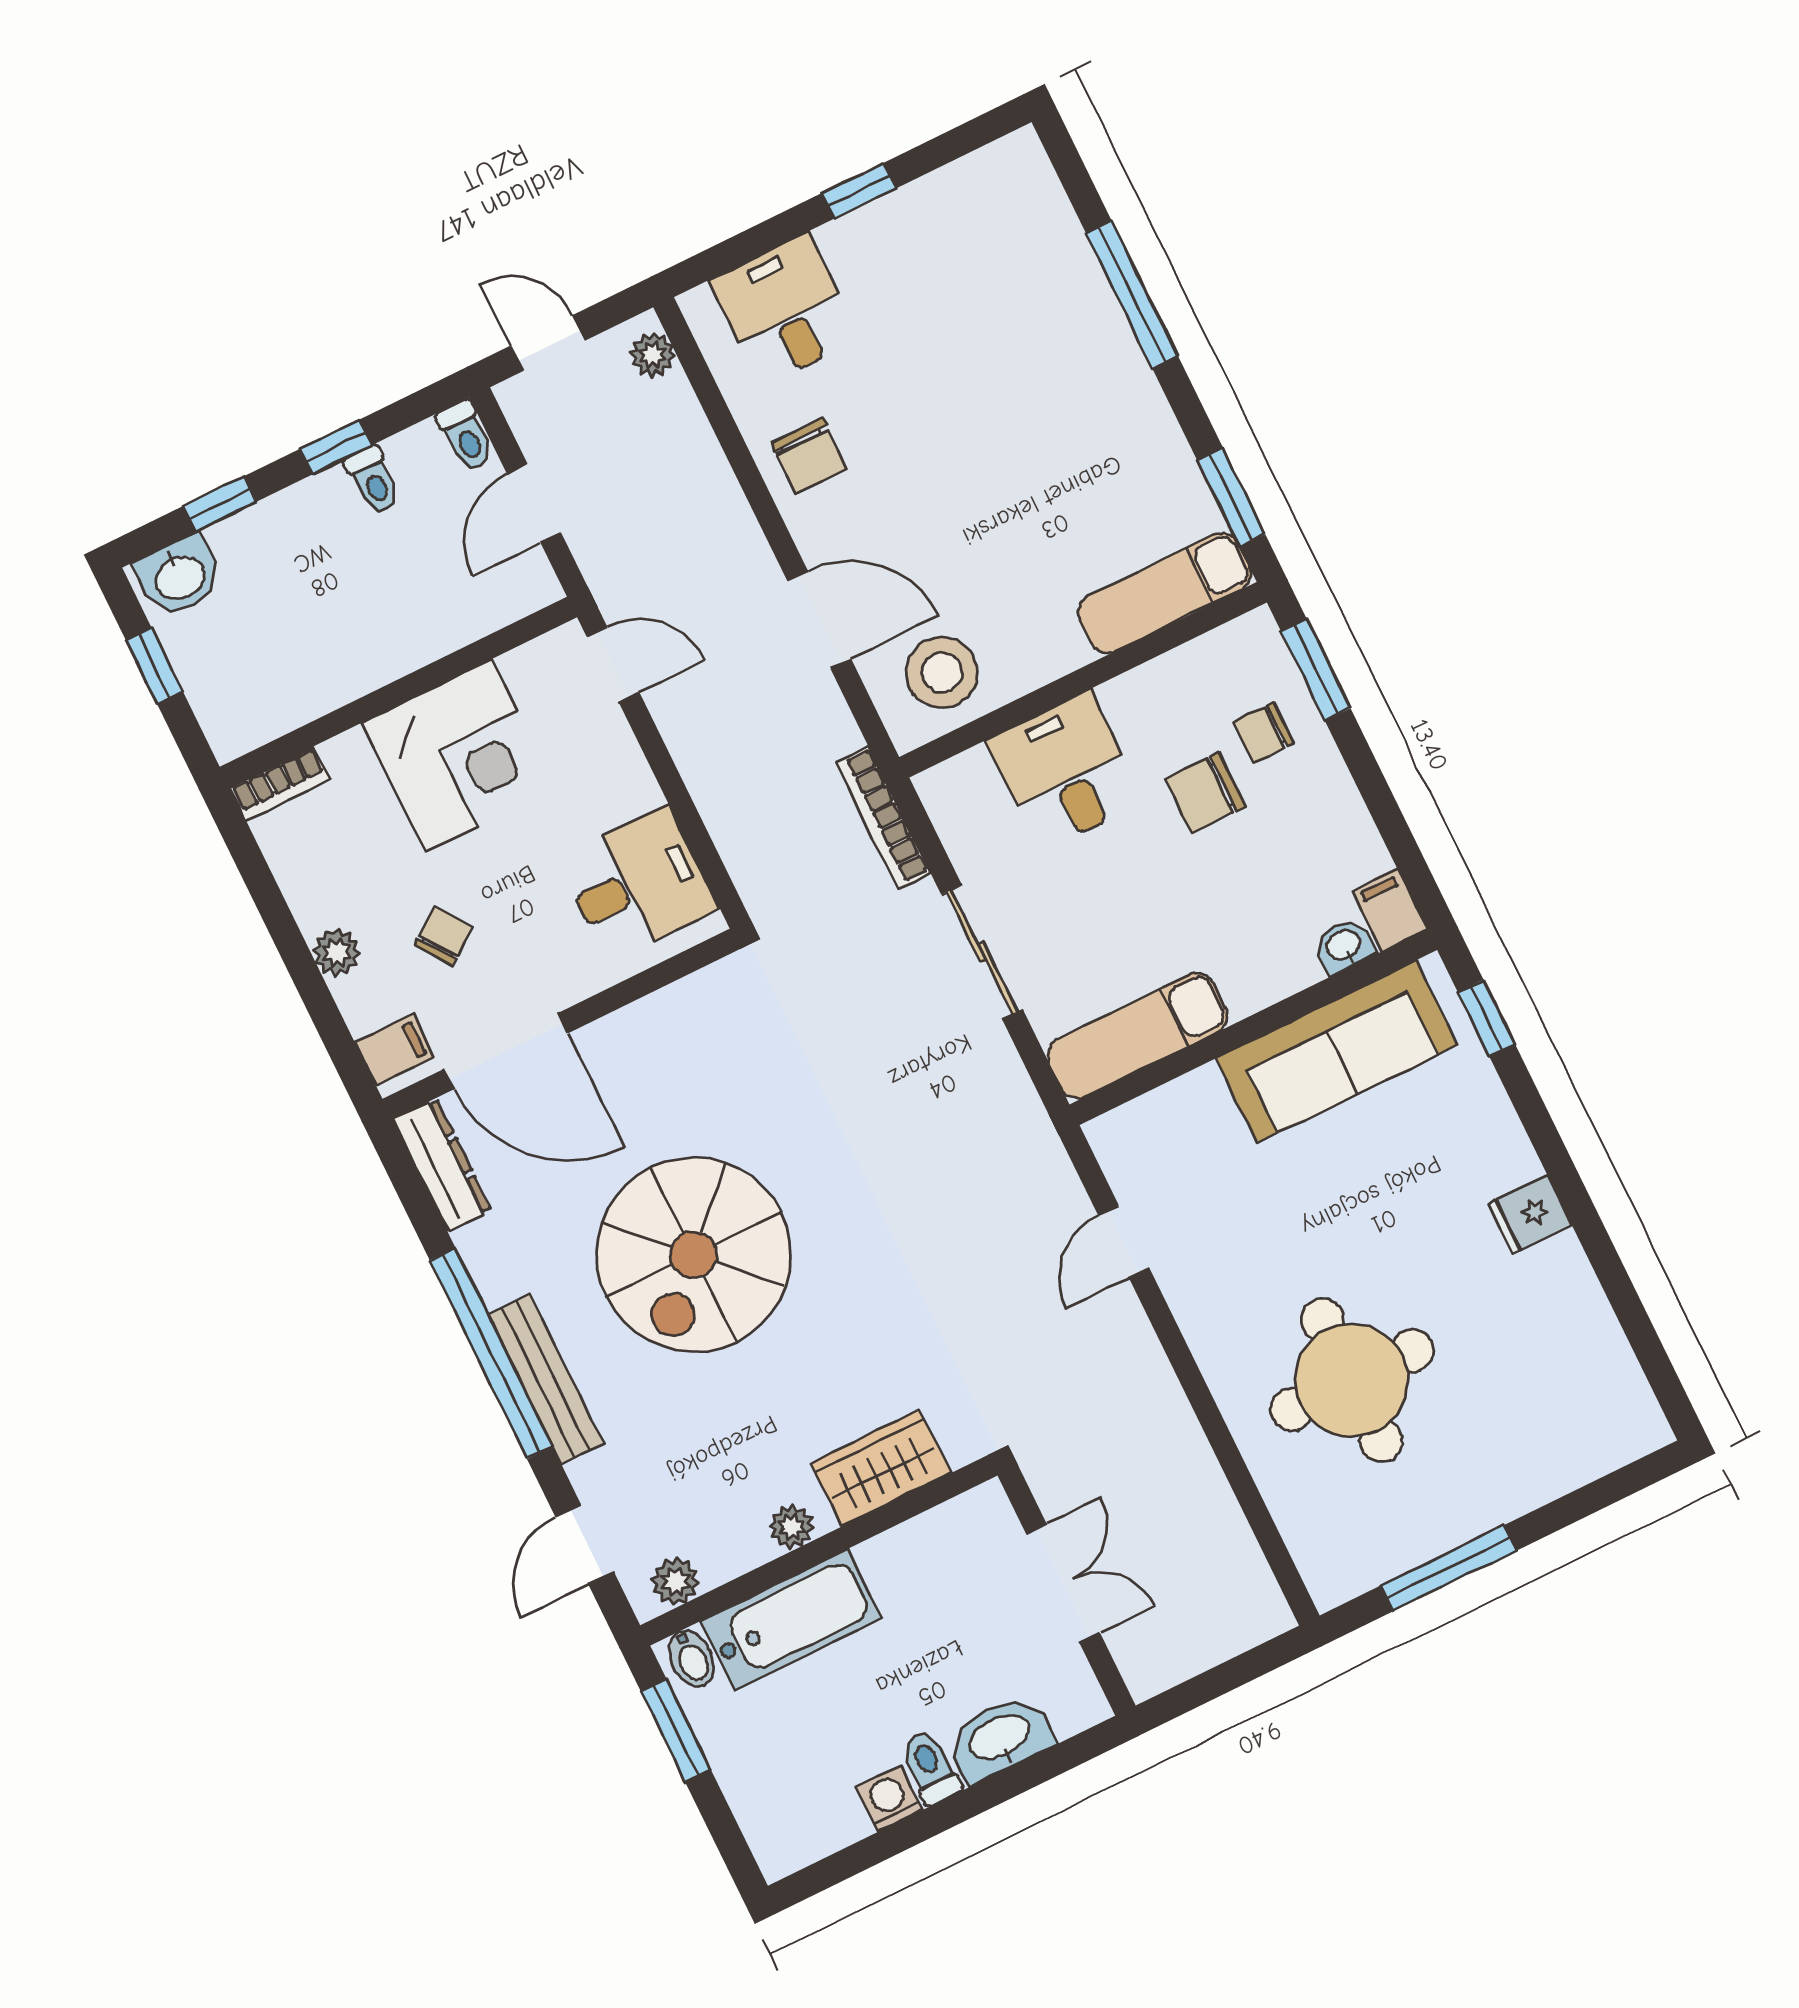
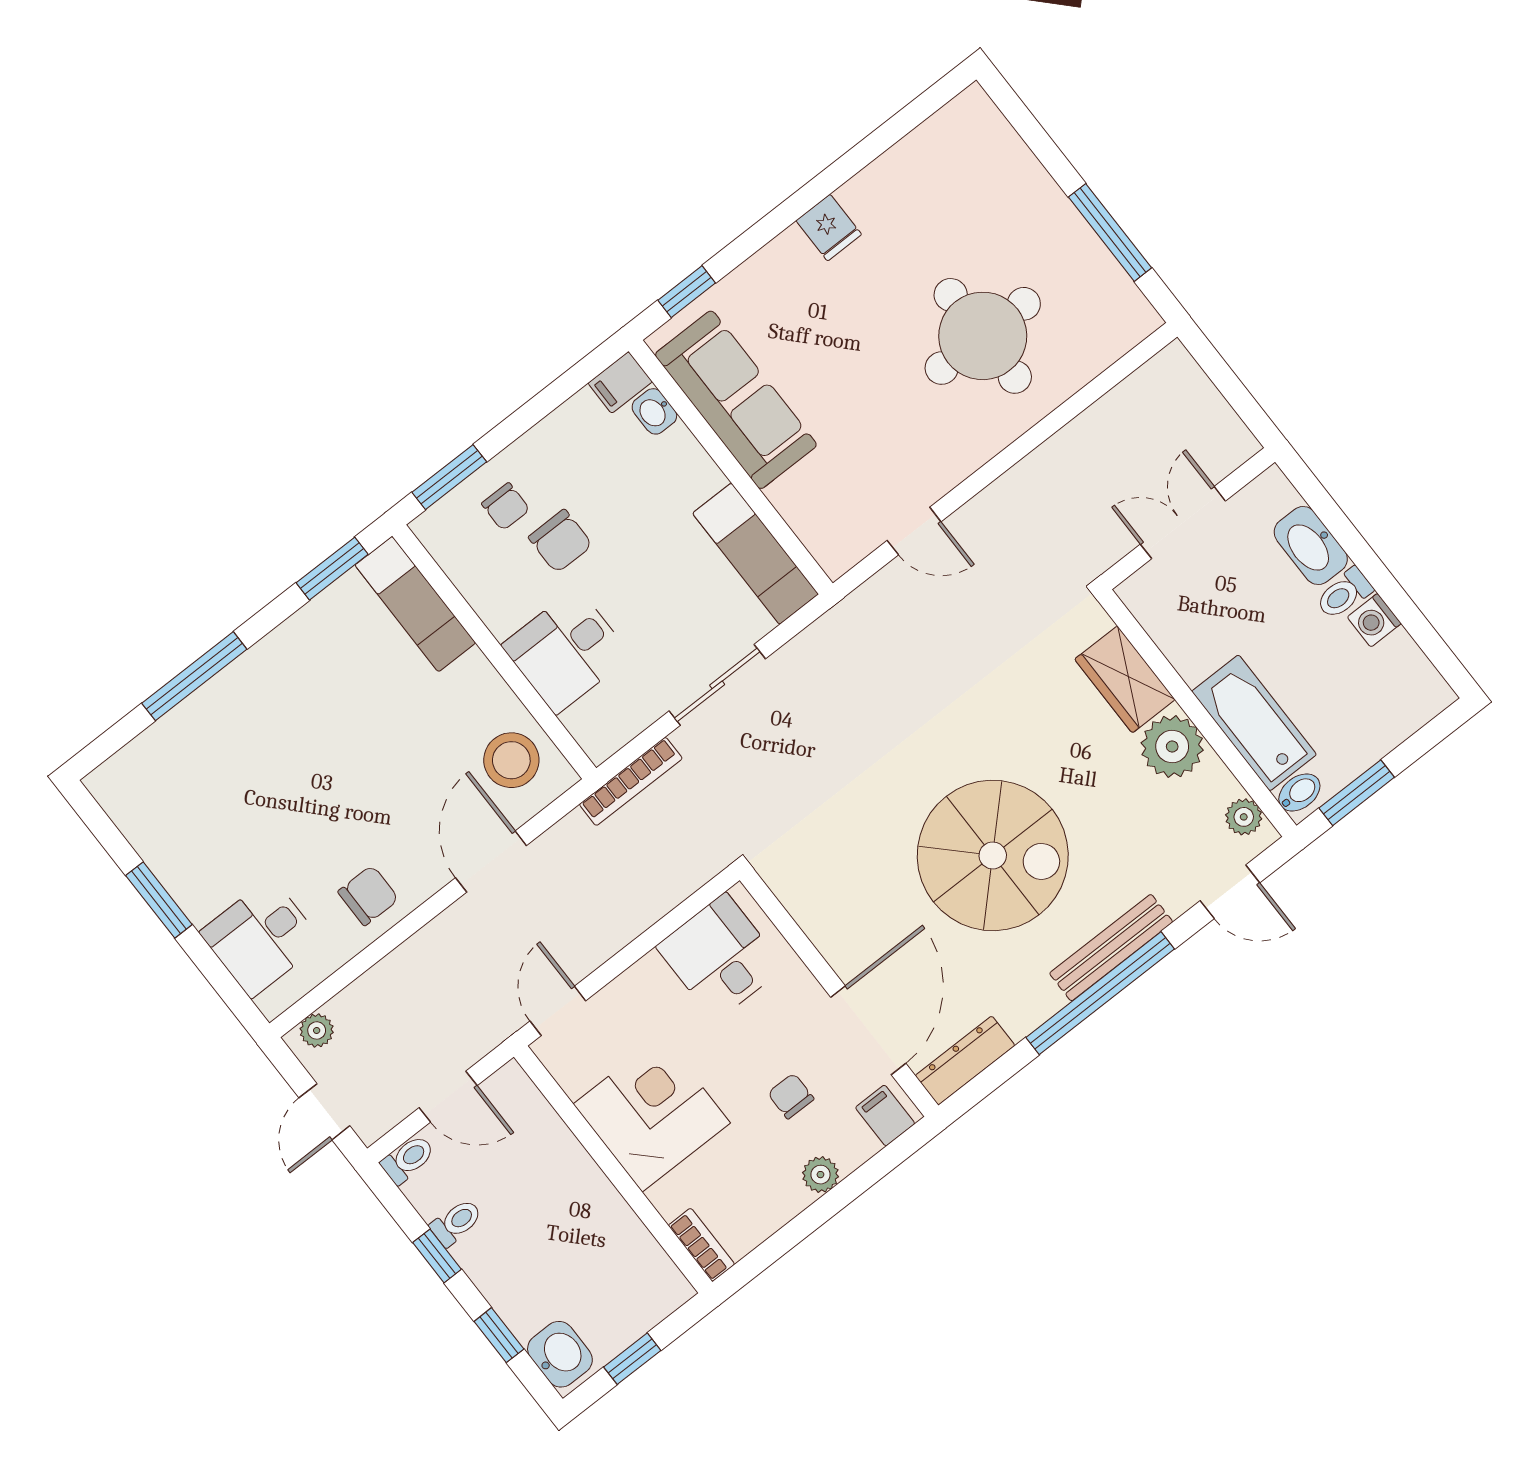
window: (859, 191) -> (159, 900), width x1.50
chair: (444, 936) -> (791, 1096), turned 36
plant: (792, 1527) -> (1172, 747), width x1.87, depth x1.87

